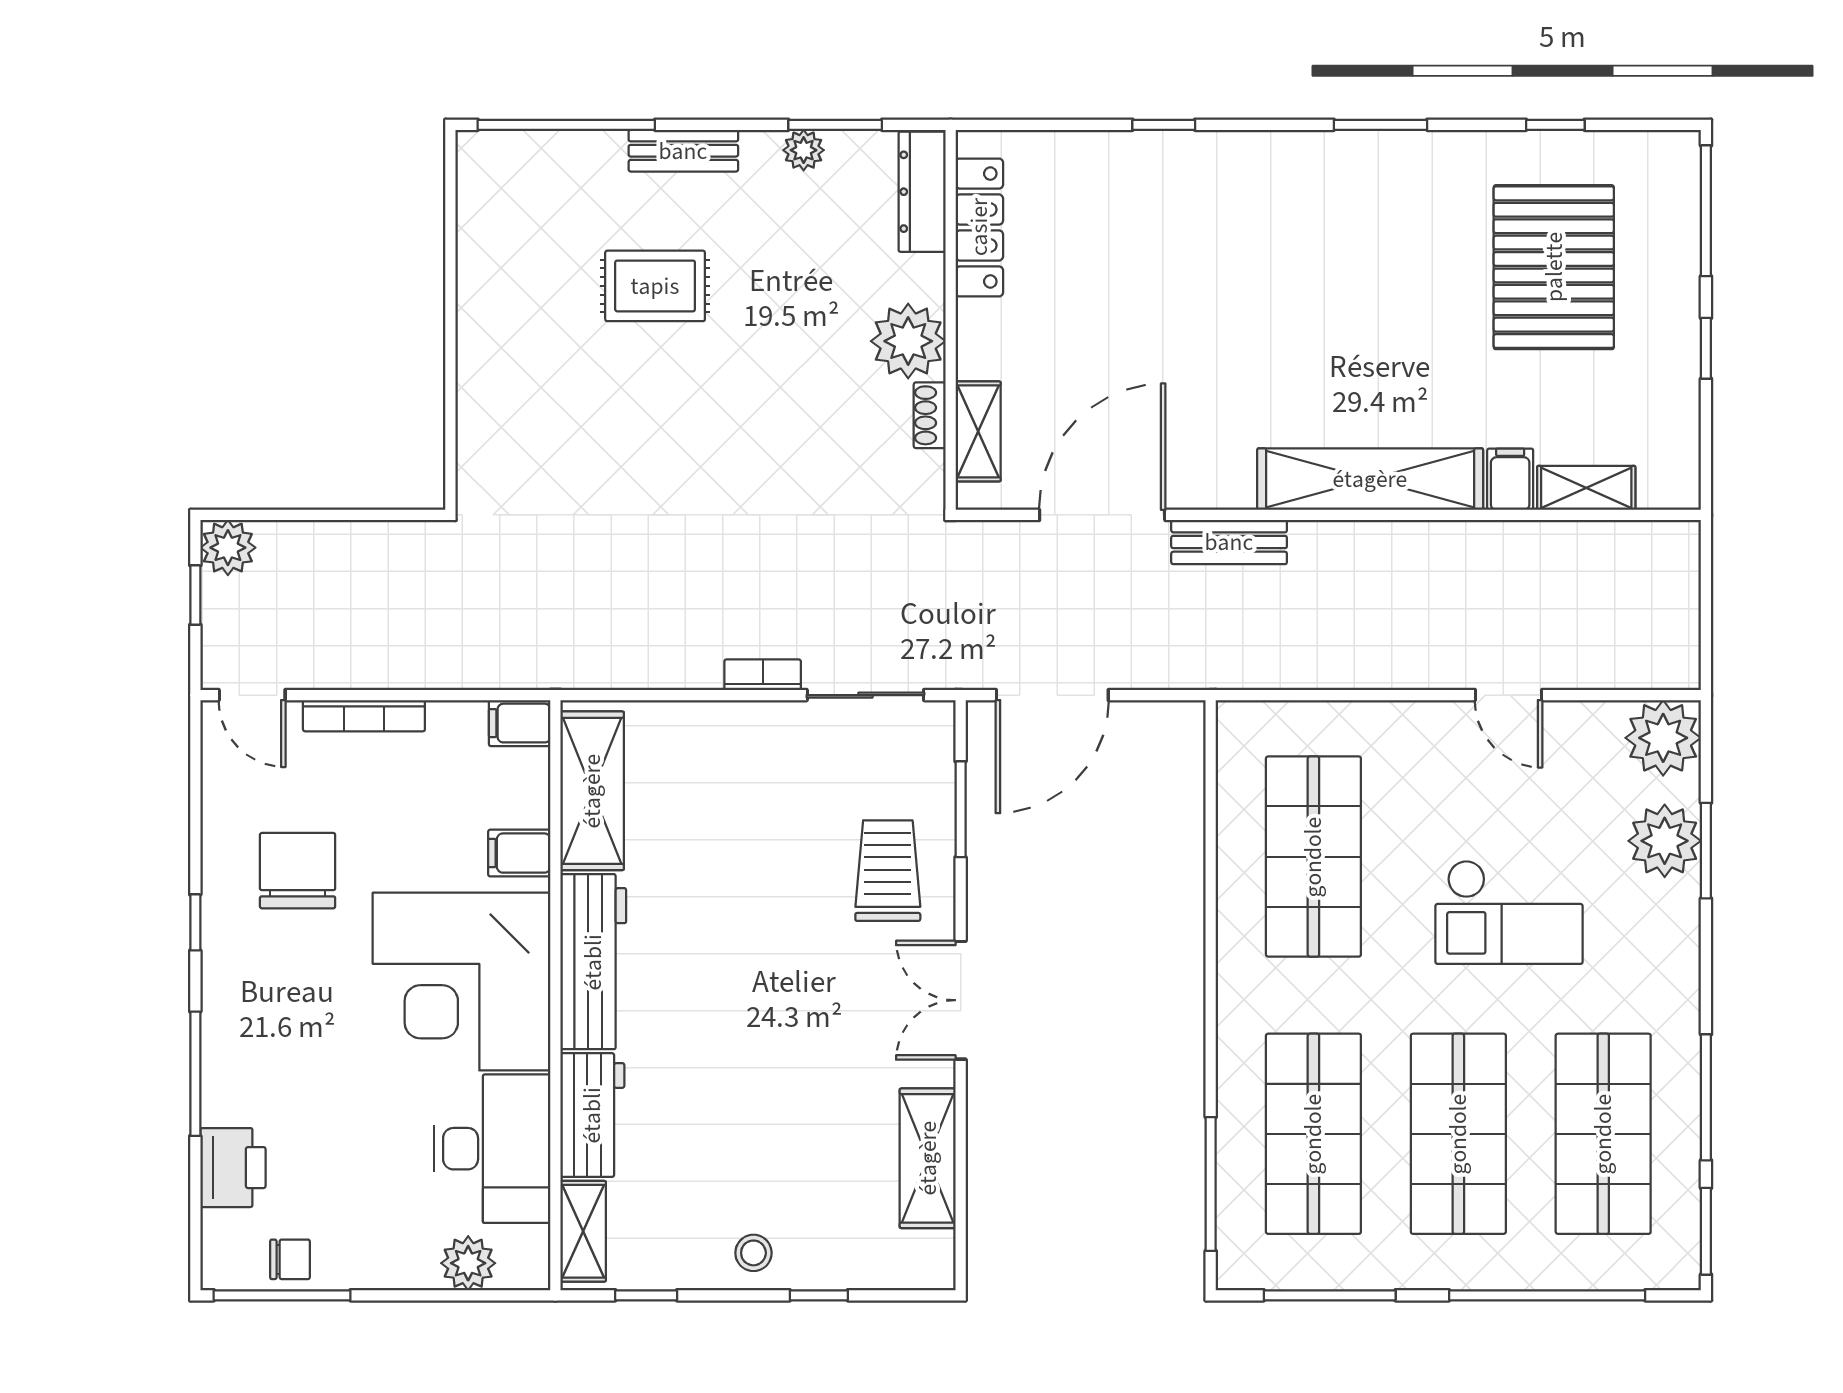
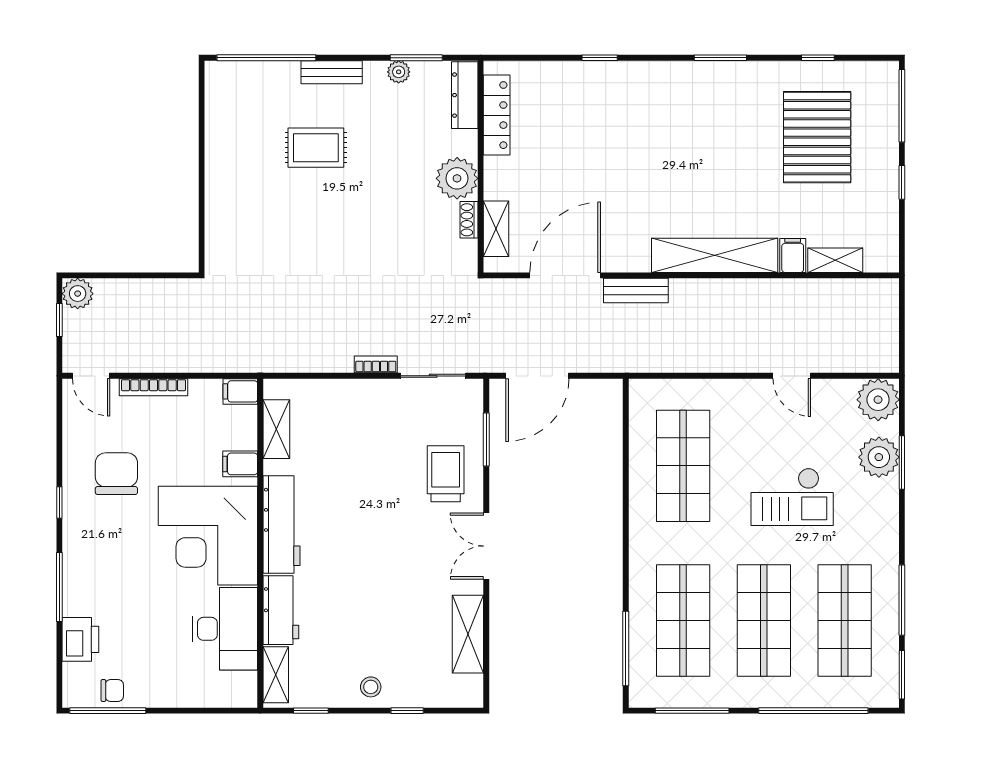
shelving: (592, 791) -> (276, 429), width x0.67, depth x0.75
plant: (468, 1263) -> (212, 693), removed

